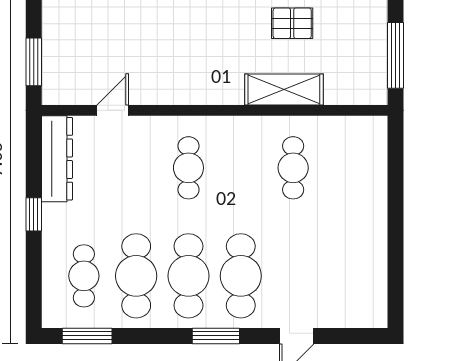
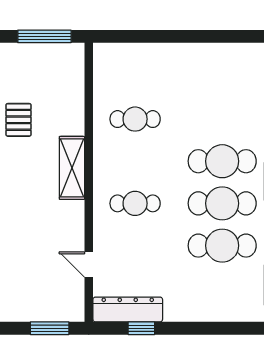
shelving: (284, 89) -> (72, 168), moved
window: (34, 214) -> (141, 328), moved
cafe table: (84, 276) -> (222, 288), removed

